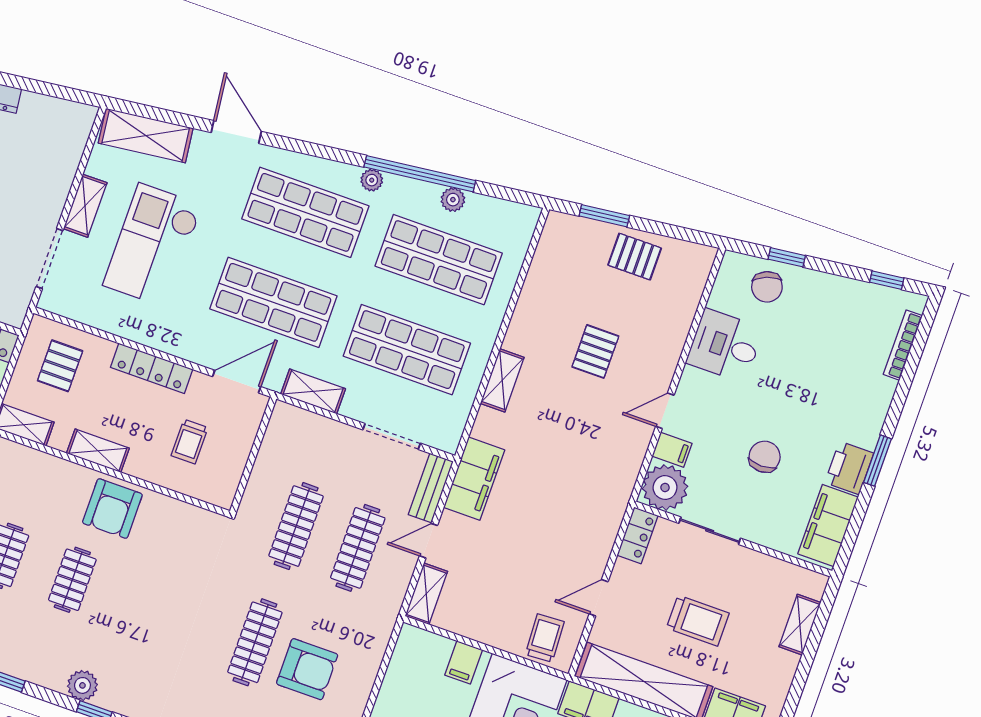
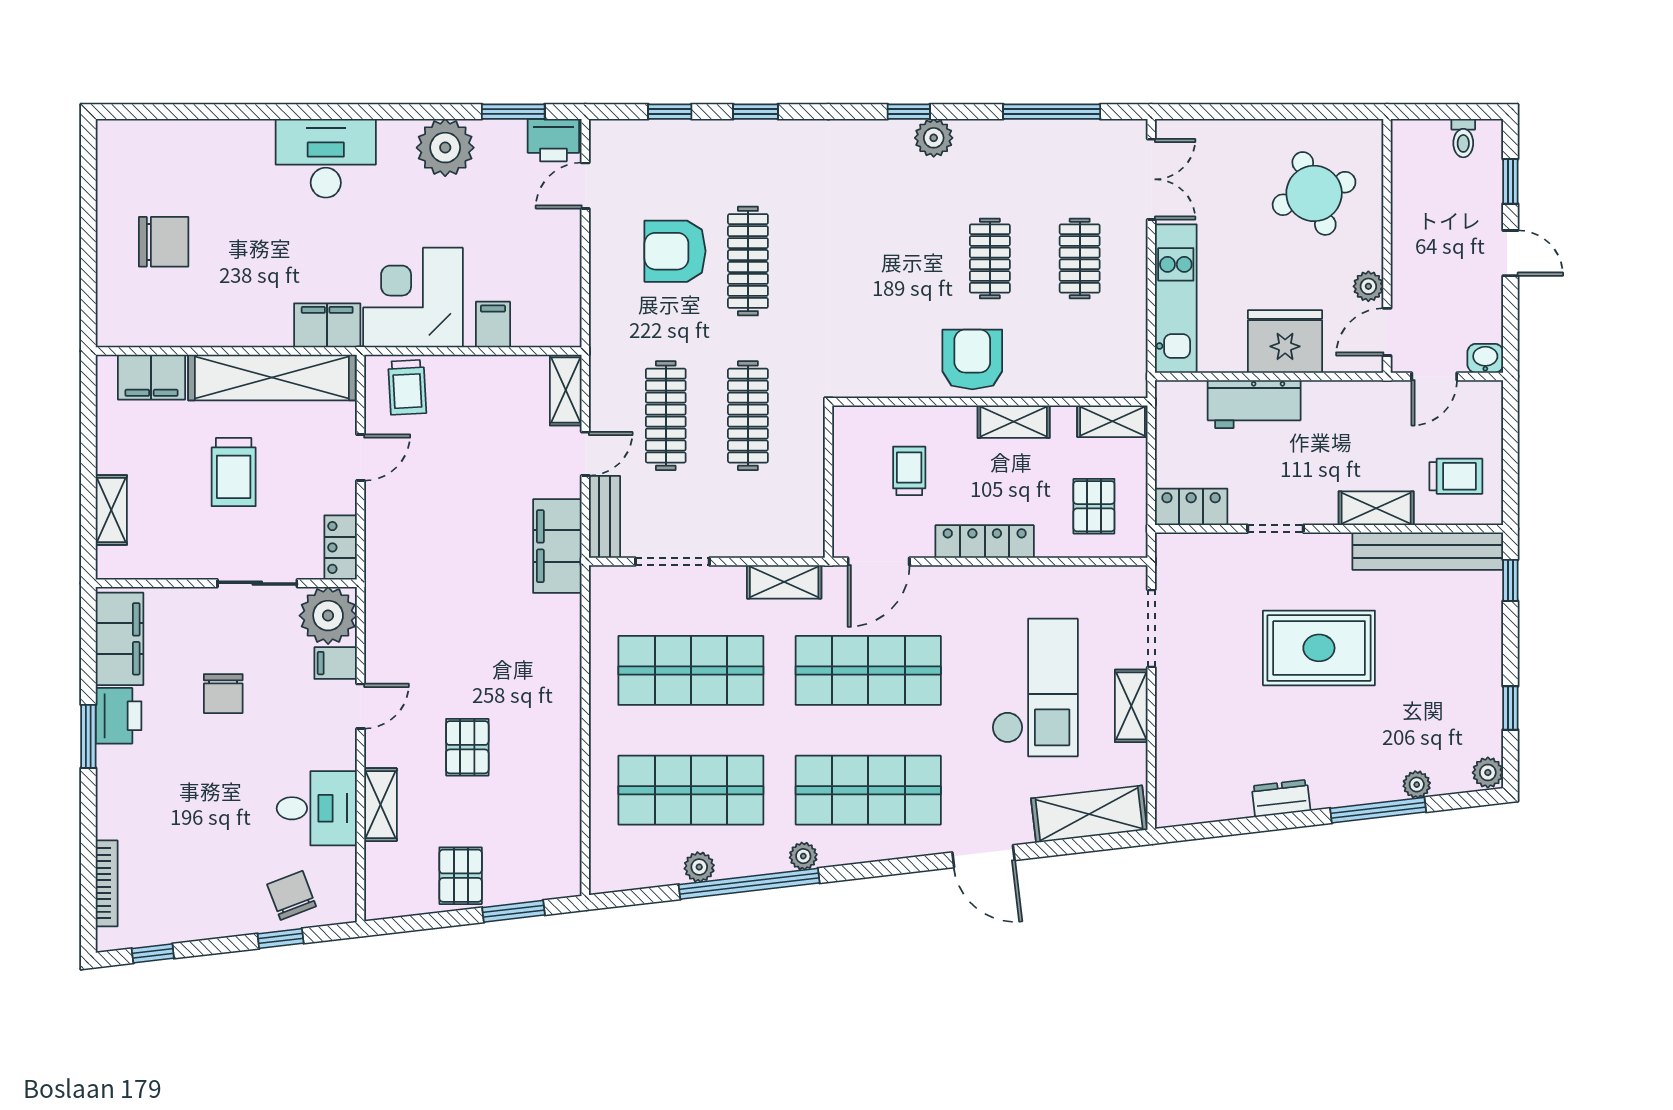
pallet: (635, 257) -> (461, 876), turned 90
shelving: (502, 380) -> (380, 805), moved
trolley: (698, 621) -> (234, 472), turned -90

